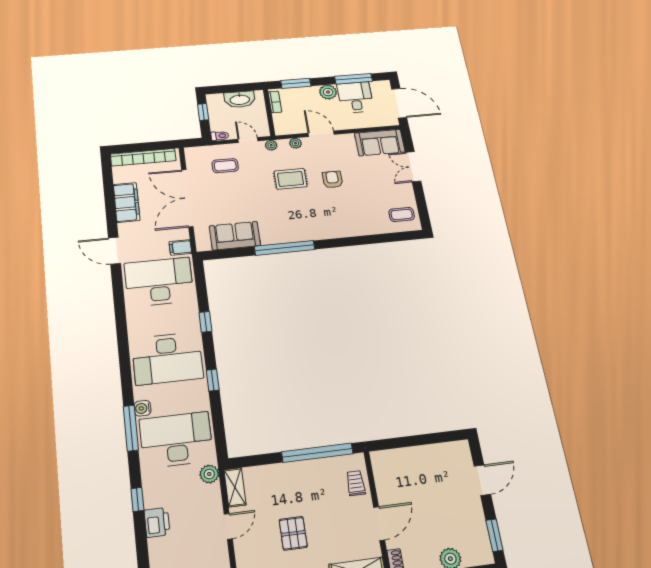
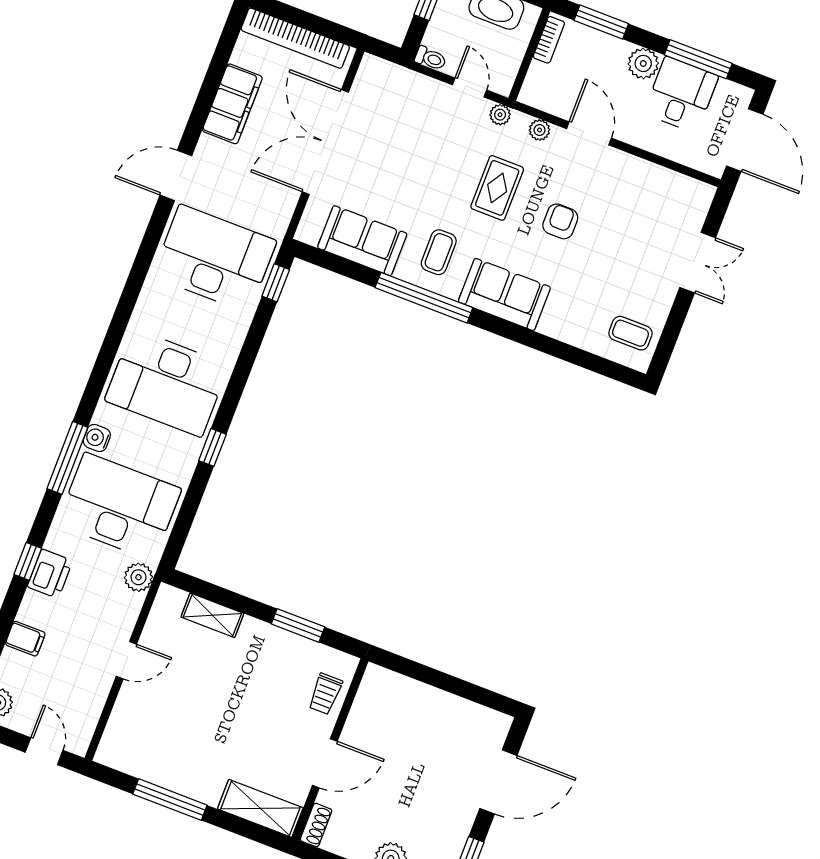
sofa: (380, 143) -> (504, 294), moved, turned 180
coffee table: (225, 166) -> (439, 252), moved, turned 90
double door: (413, 167) -> (698, 263), swing flipped
rug: (291, 179) -> (497, 188), turned 90
filing cabinet: (180, 247) -> (25, 639), moved, turned 180
door: (114, 251) -> (176, 175), hinge flipped
window: (205, 322) -> (276, 283), moved
window: (317, 453) -> (298, 625), width x0.47
door: (482, 480) -> (498, 782), width x1.36
trolley: (356, 483) -> (325, 694), turned 180
shelving: (235, 487) -> (212, 615), moved, turned 90
printer: (157, 522) -> (50, 574), moved
pallet: (293, 533) -> (205, 715), removed

